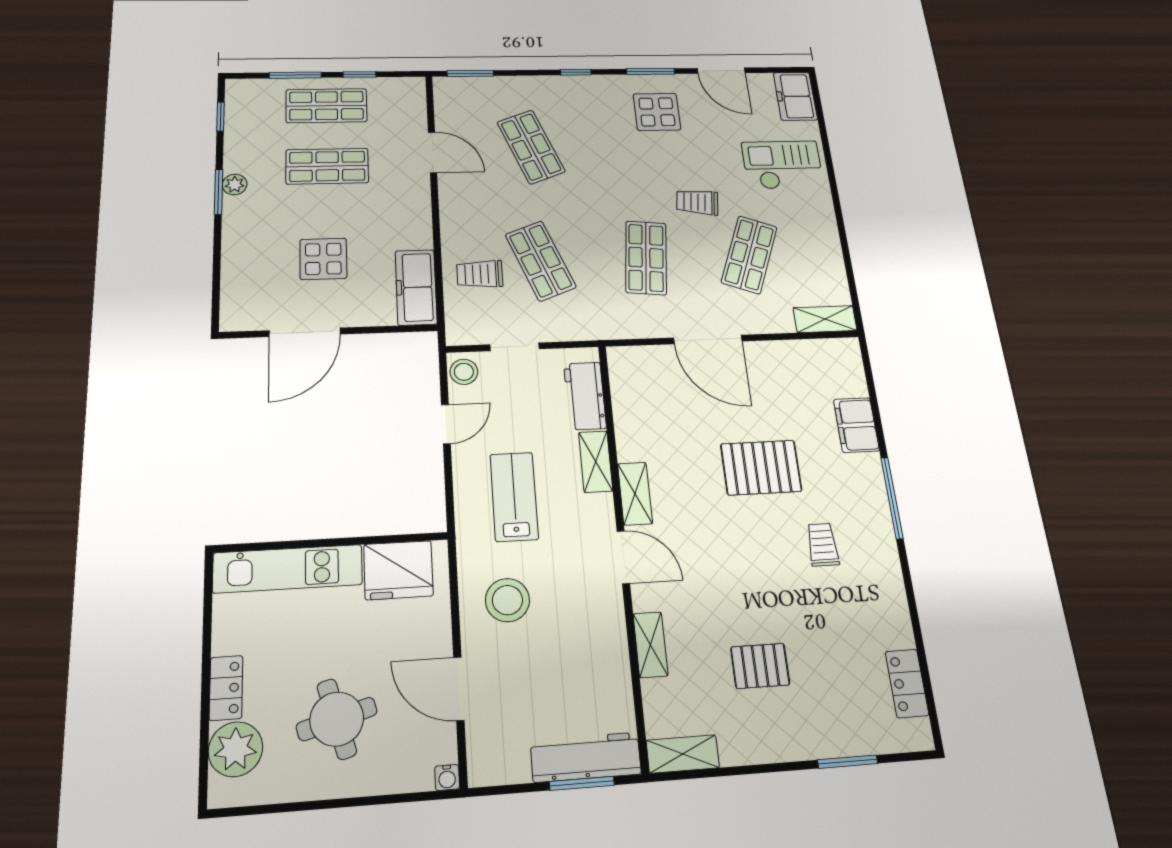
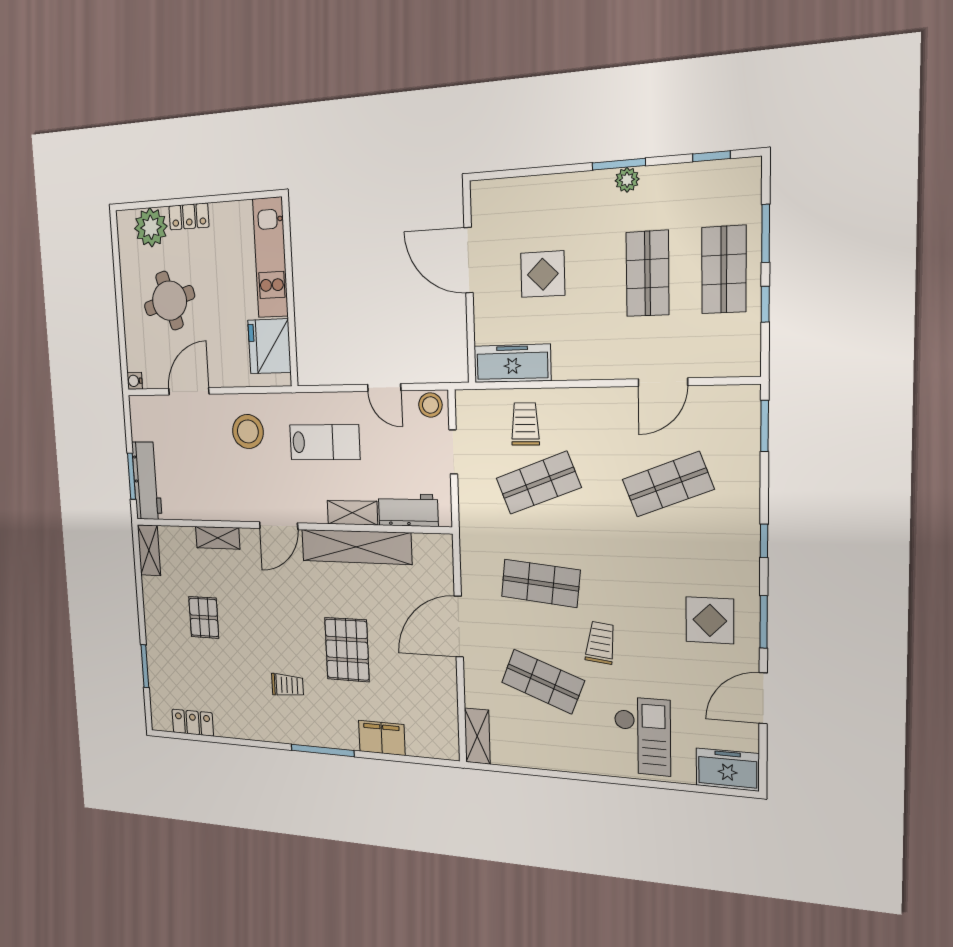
shelving: (635, 494) -> (356, 547), width x2.20, depth x1.33

